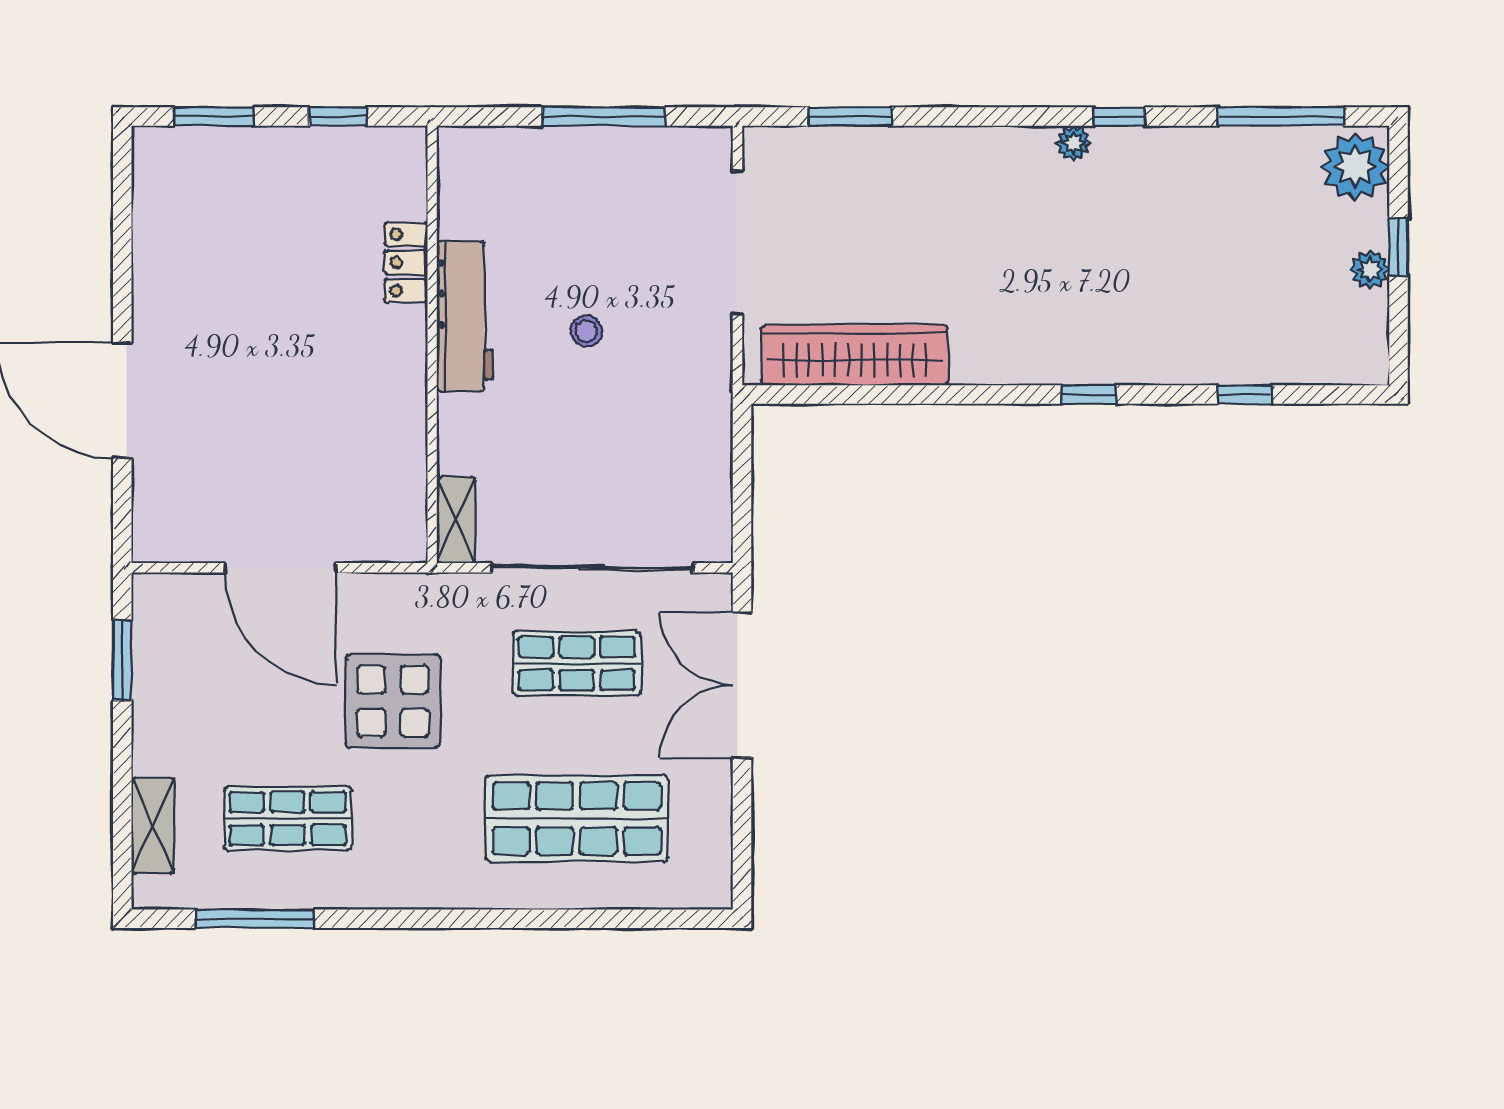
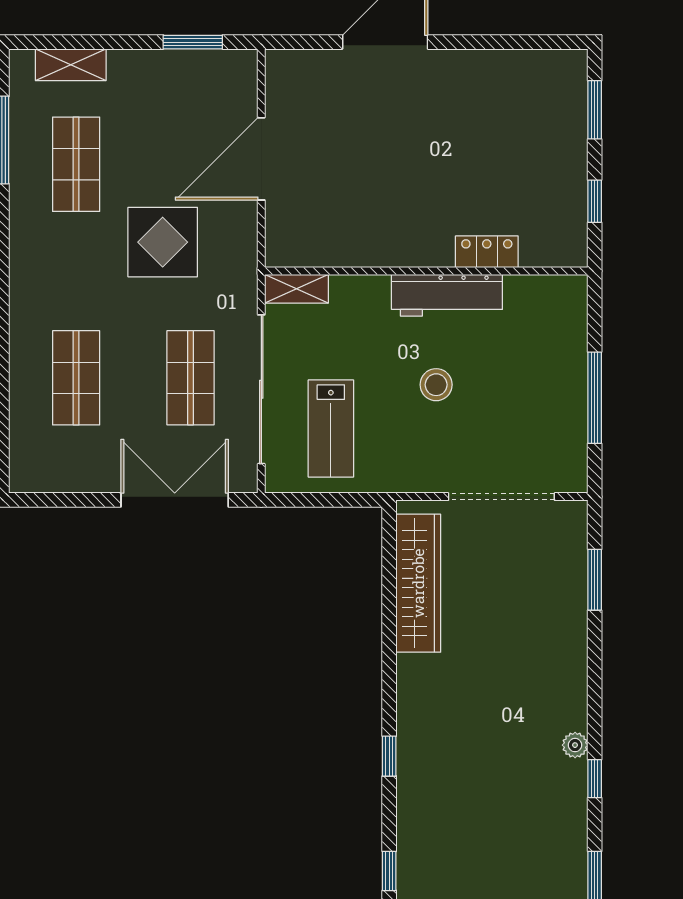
stool: (586, 331) -> (436, 385), width x1.37, depth x1.37
lab bench: (645, 474) -> (331, 429), added
shop shelf: (577, 818) -> (76, 378), width x0.70, depth x0.74

